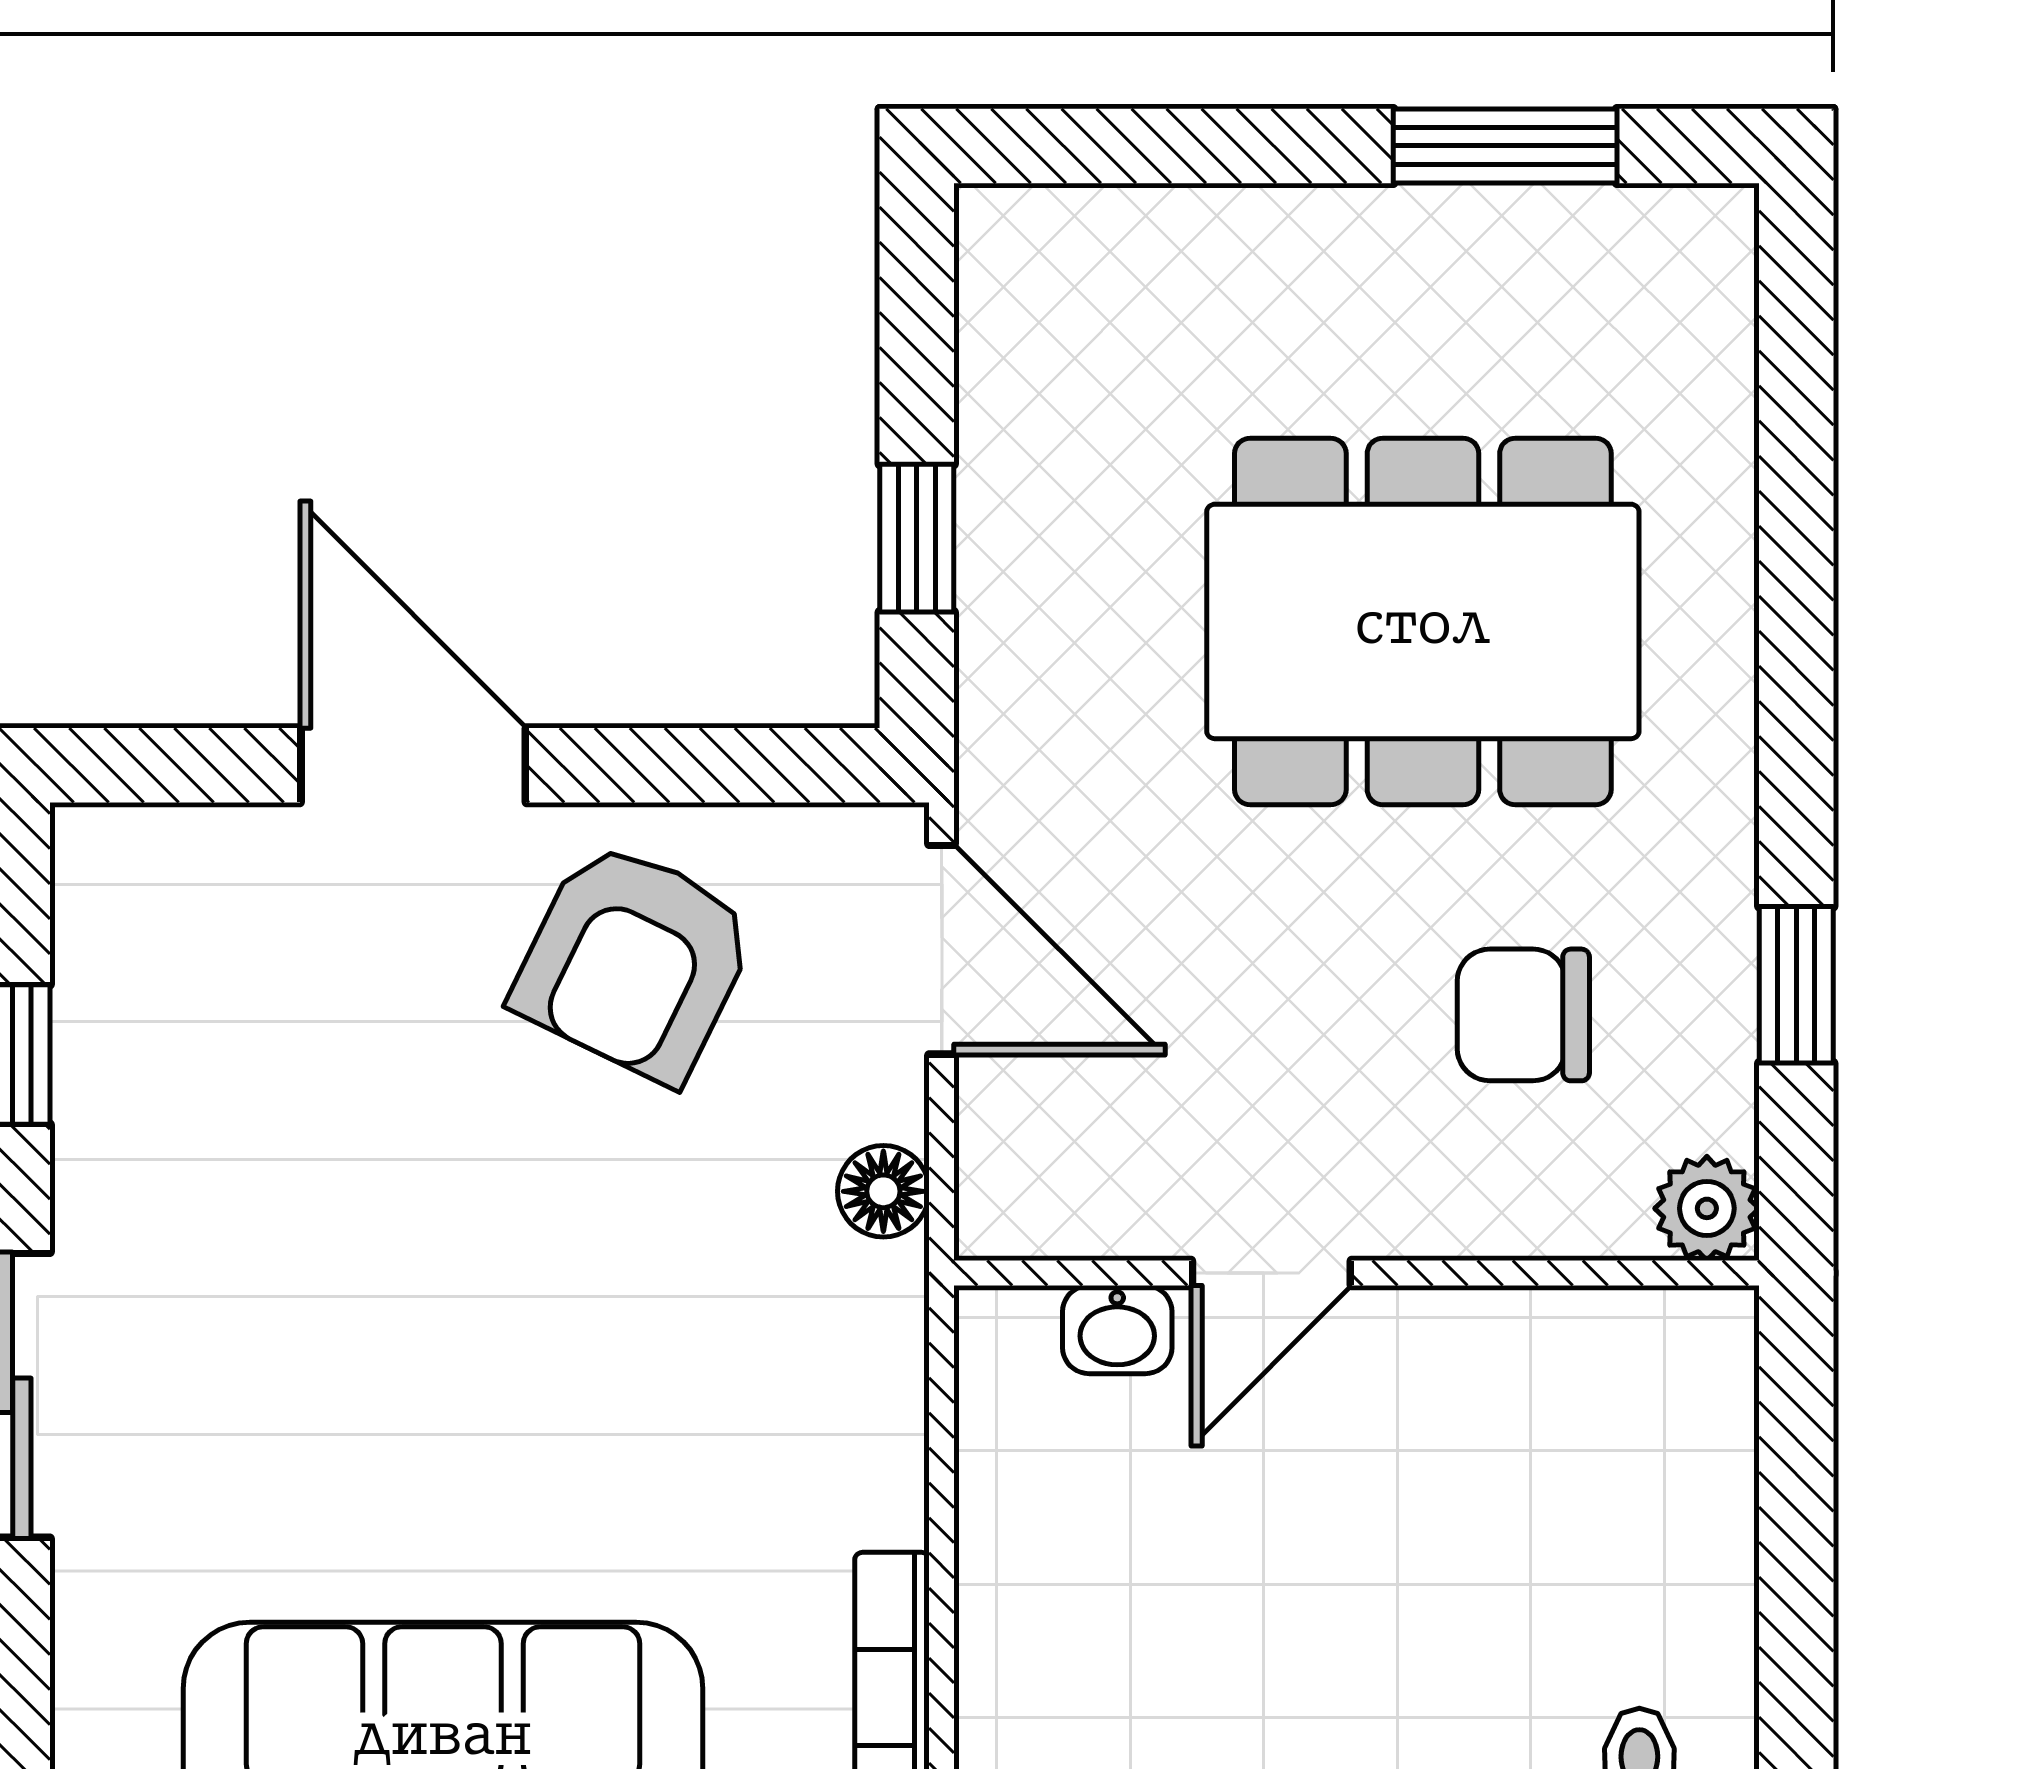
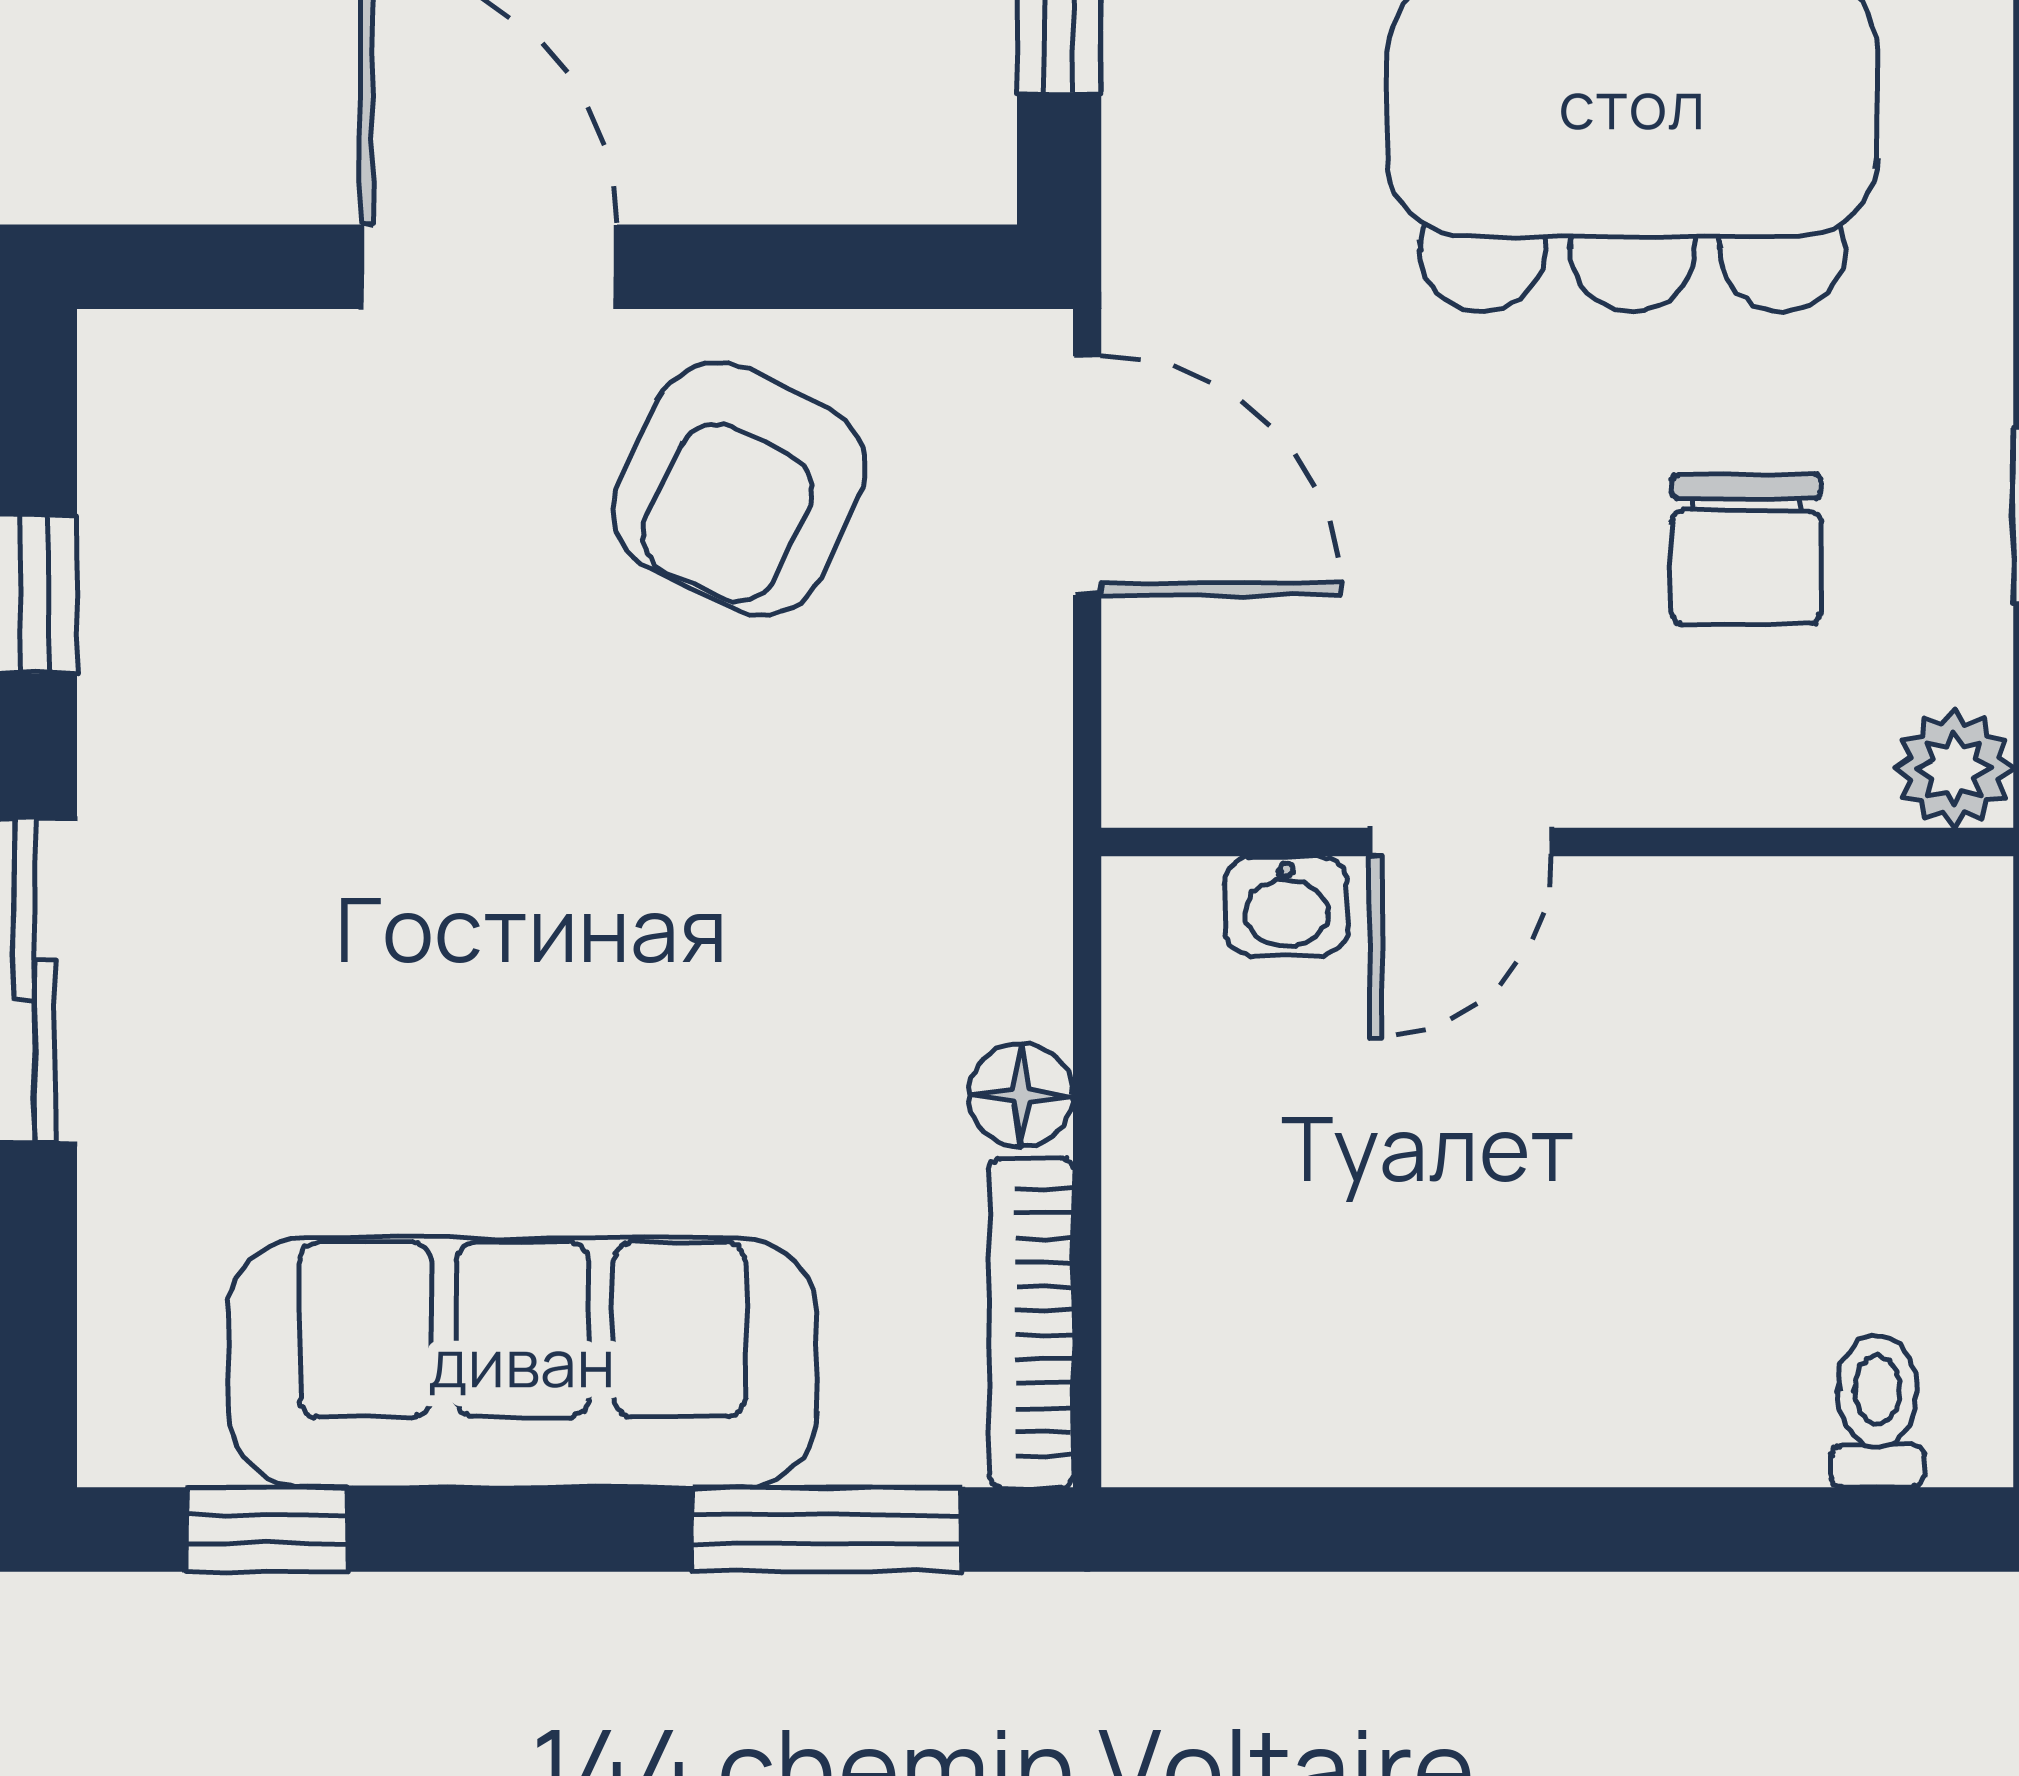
chair: (1523, 1015) -> (1746, 550), turned -90
floor lamp: (883, 1191) -> (1021, 1095), moved

